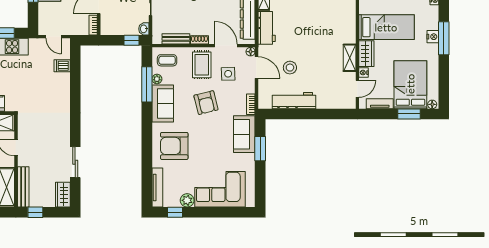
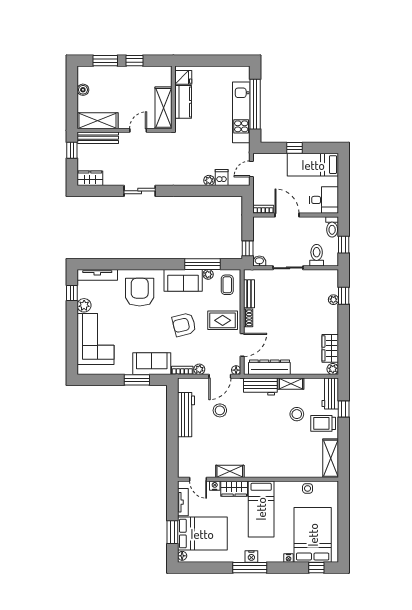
side table: (228, 74) -> (213, 347), removed
plant: (65, 78) -> (209, 180), added
plant: (250, 88) -> (199, 369), added
sliding door: (75, 162) -> (140, 191), moved

